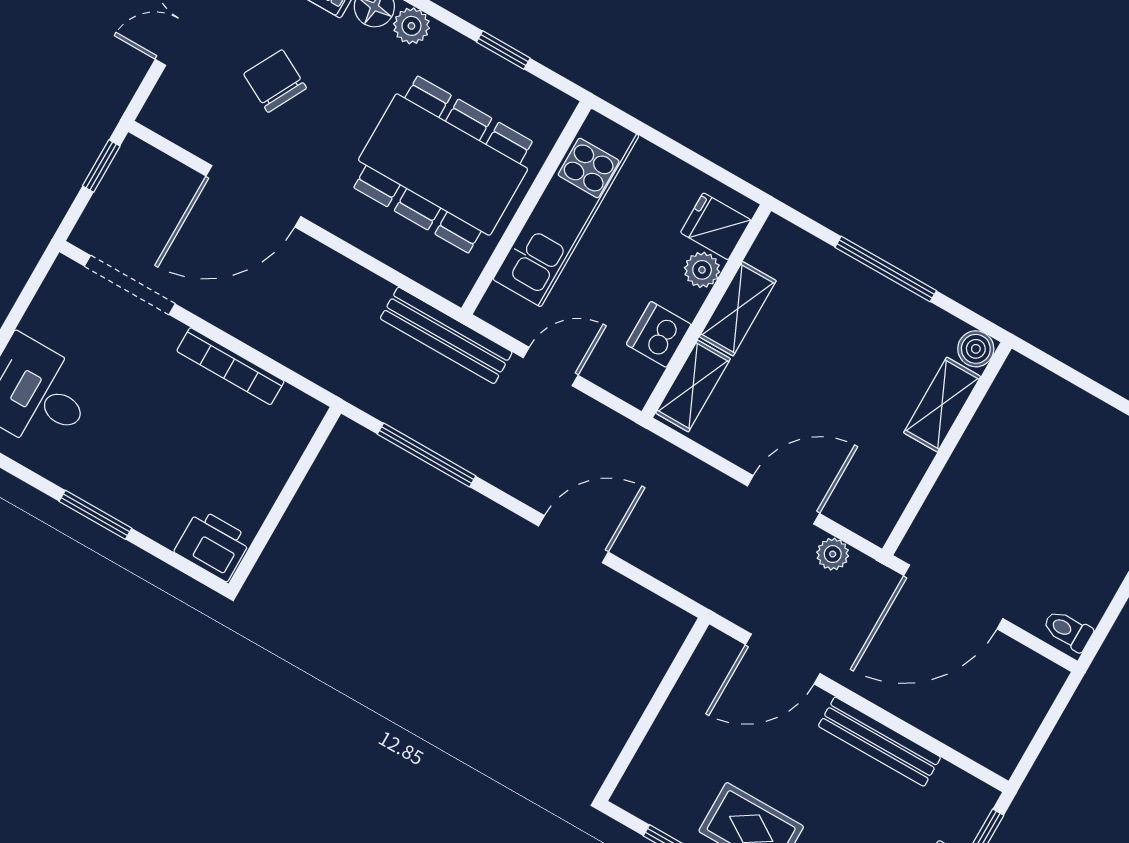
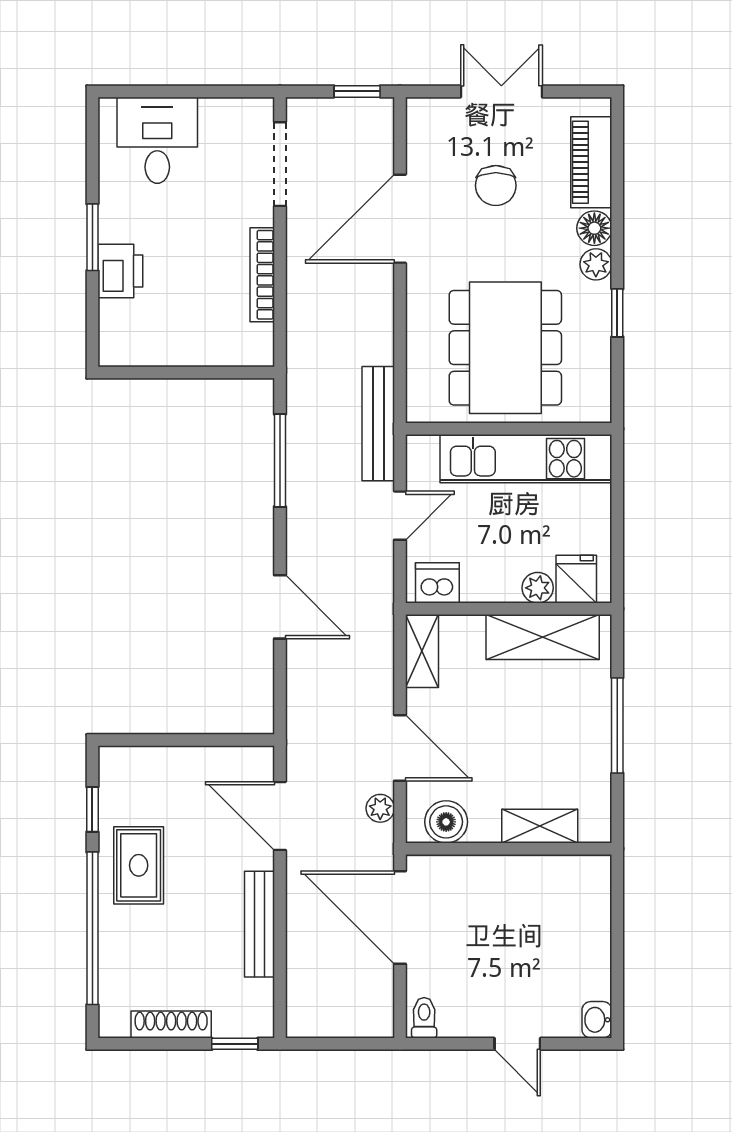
window: (503, 50) -> (617, 313), moved
chair: (275, 81) -> (496, 186), turned 152
door: (253, 196) -> (400, 219), hinge flipped
shelving: (738, 309) -> (543, 637), width x1.50, depth x1.33
dishwasher: (659, 334) -> (437, 583), moved
boiler: (976, 349) -> (446, 822), moved, width x1.36, depth x1.36
door: (551, 366) -> (400, 516), hinge flipped
shelving: (693, 386) -> (422, 651), moved, turned 90
printer: (213, 545) -> (120, 271), moved

